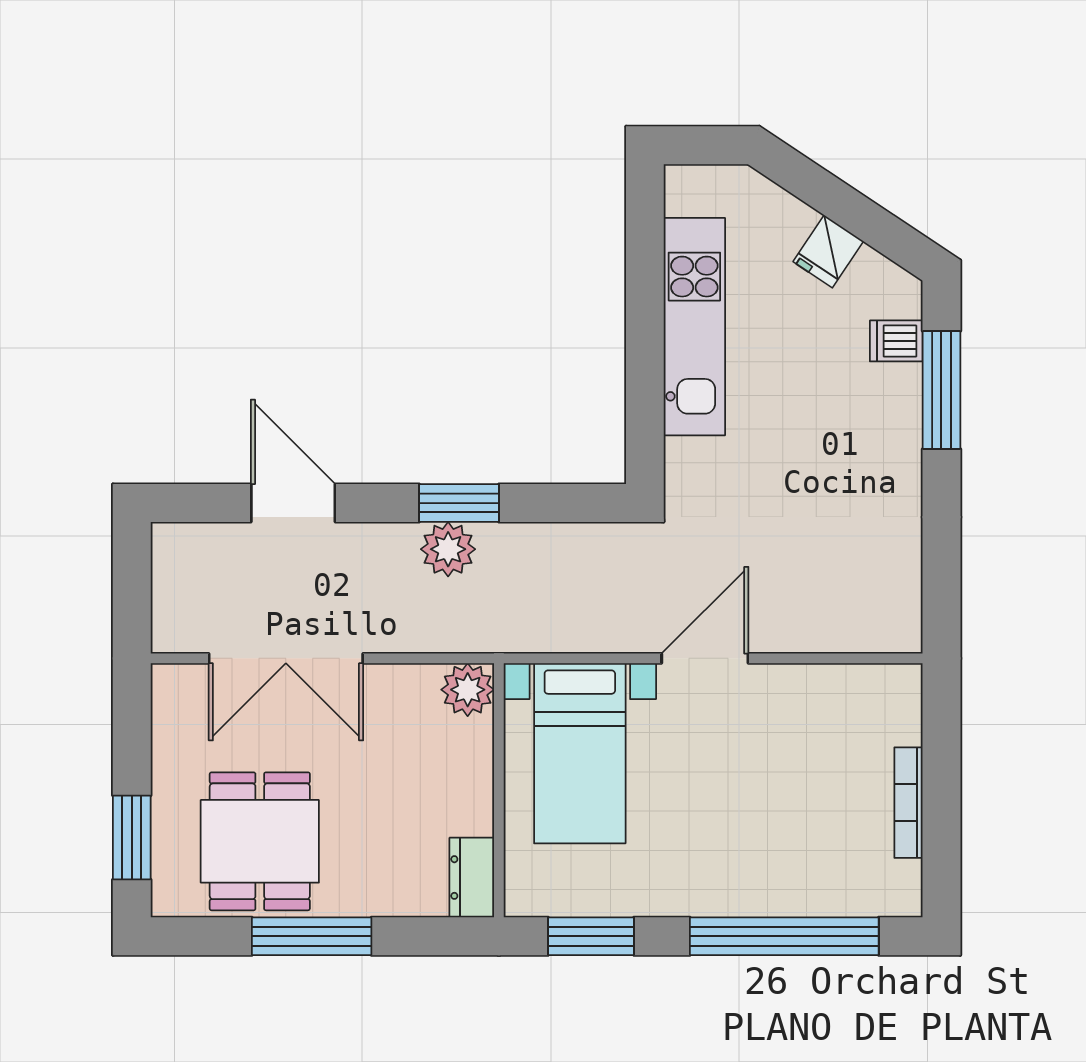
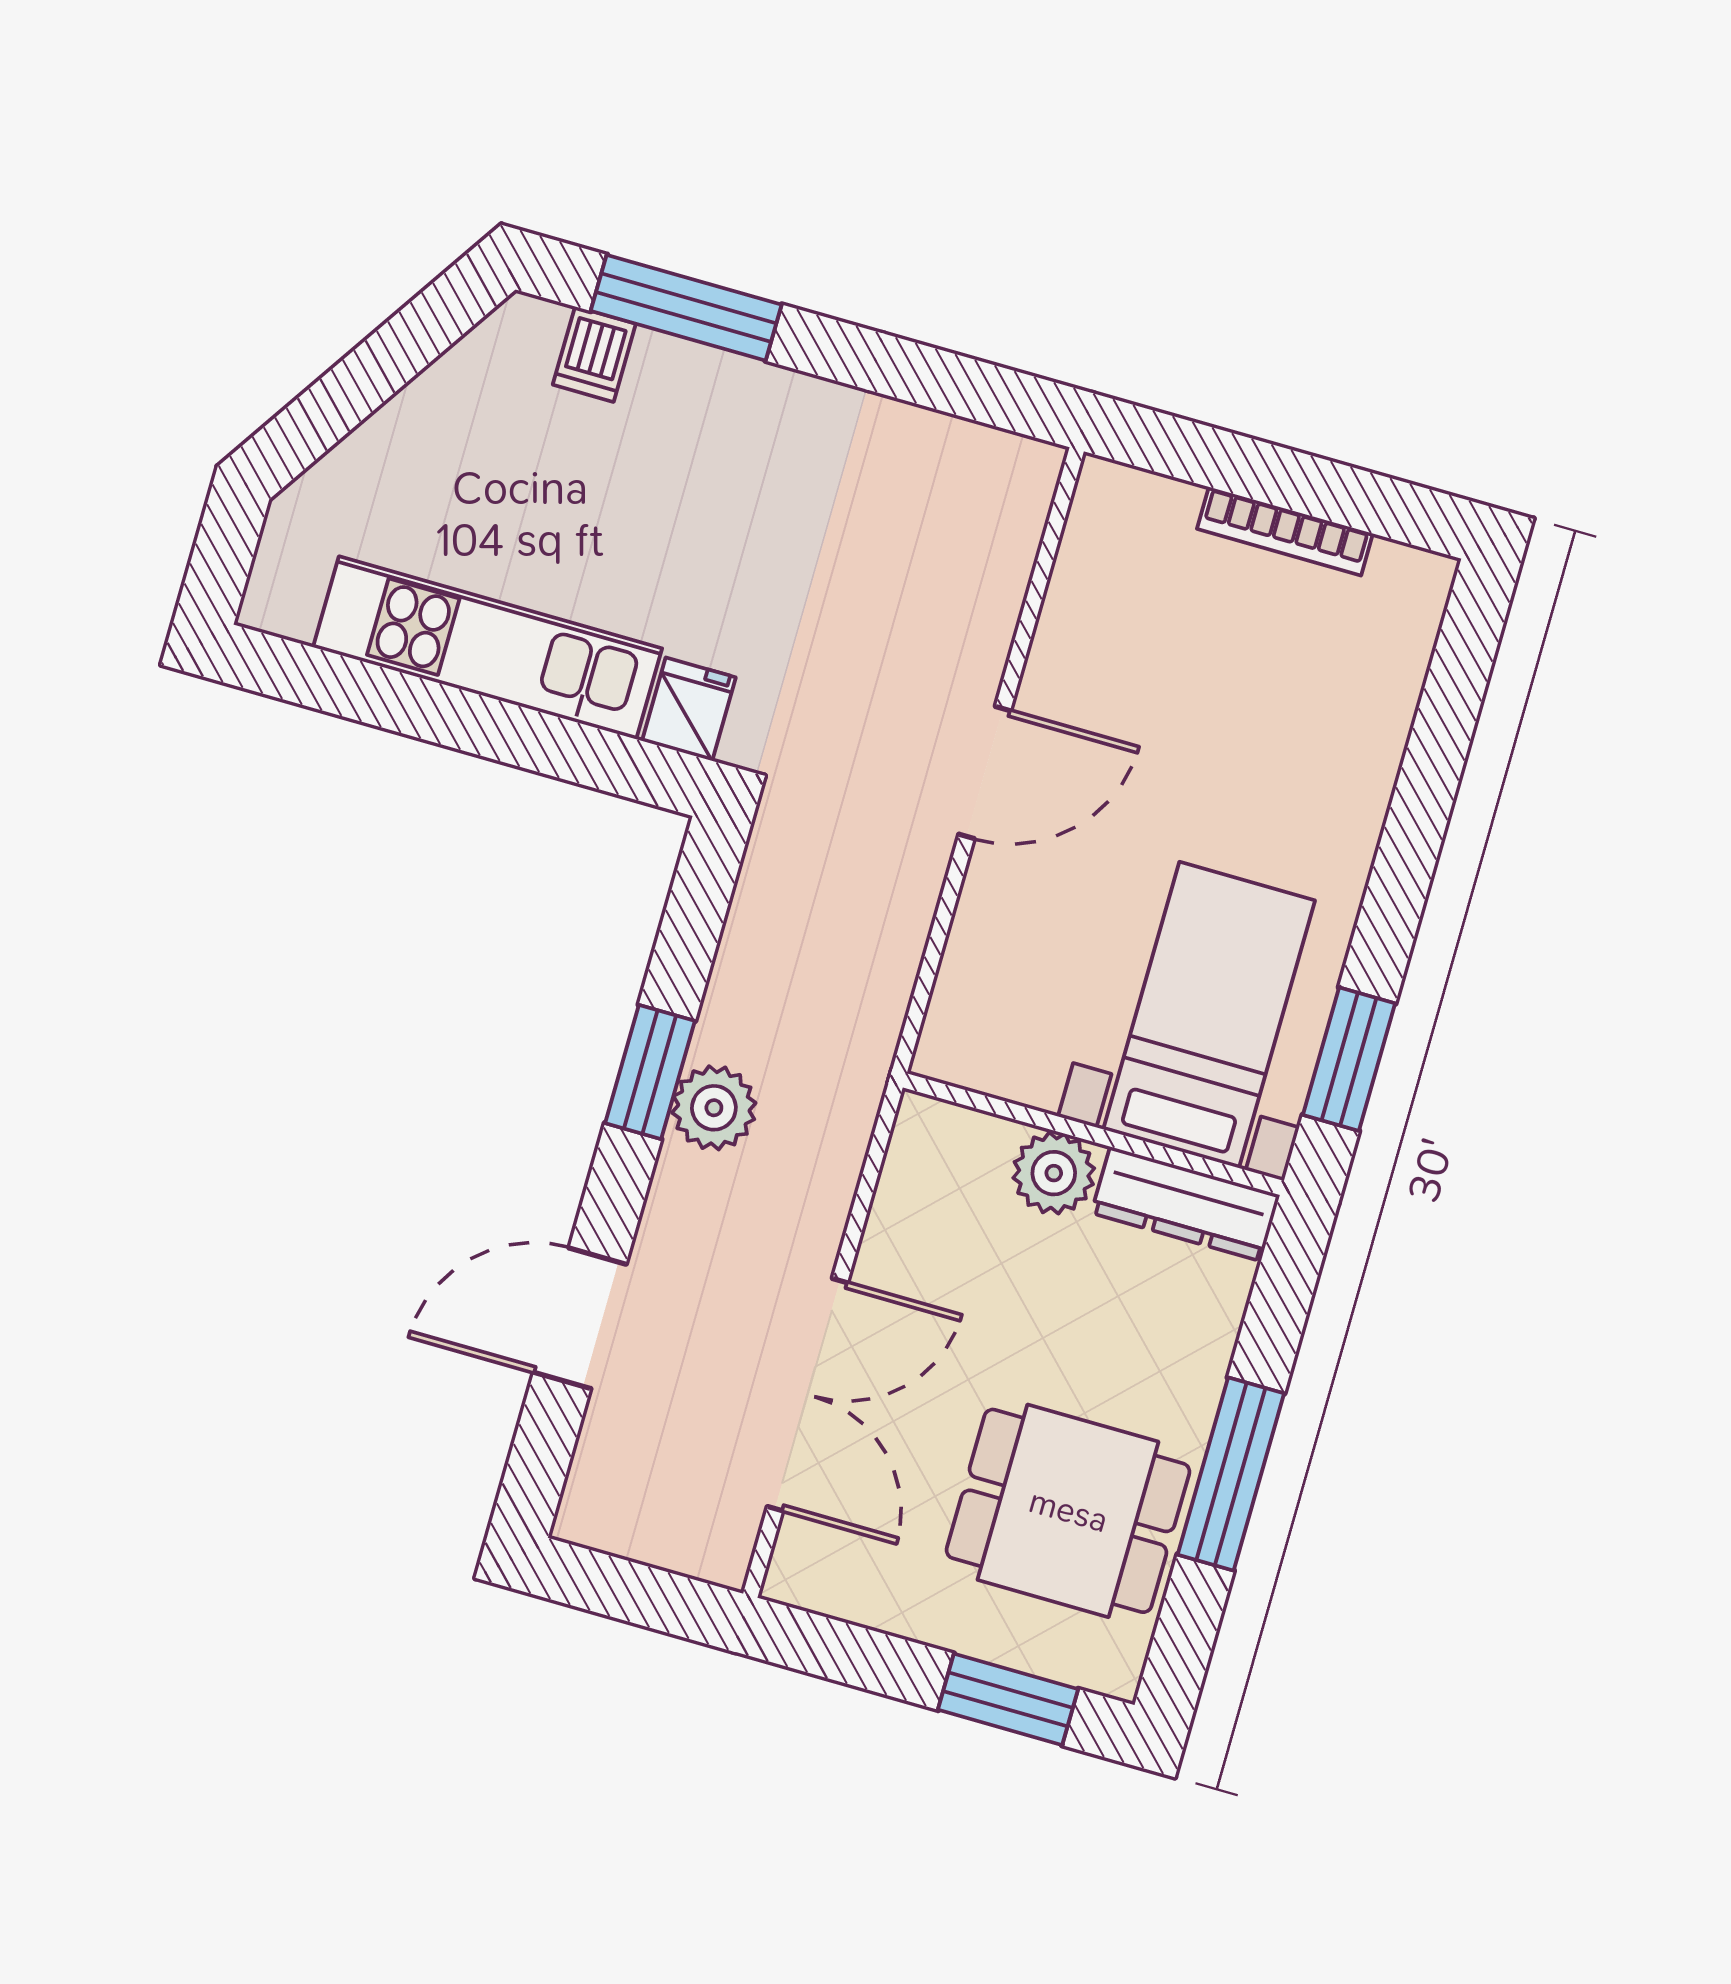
fridge: (828, 251) -> (689, 709), moved, turned -124
door: (705, 658) -> (985, 772), swing flipped
plant: (468, 690) -> (1054, 1173), moved
bed with nightstands: (580, 753) -> (1209, 1015), moved, turned -90
dresser: (472, 878) -> (1186, 1204), width x1.44
window: (784, 936) -> (1431, 772), removed

